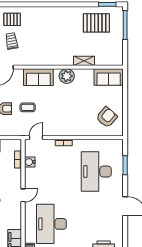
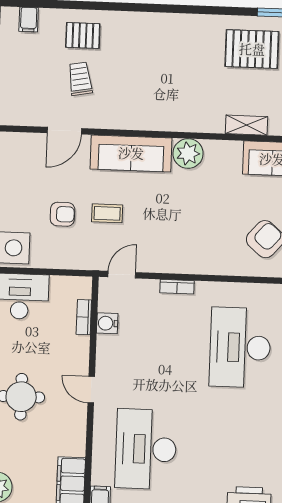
shelving: (84, 61) -> (246, 125), moved
sofa: (38, 77) -> (131, 153), width x1.36
door: (23, 195) -> (91, 390), swing flipped

